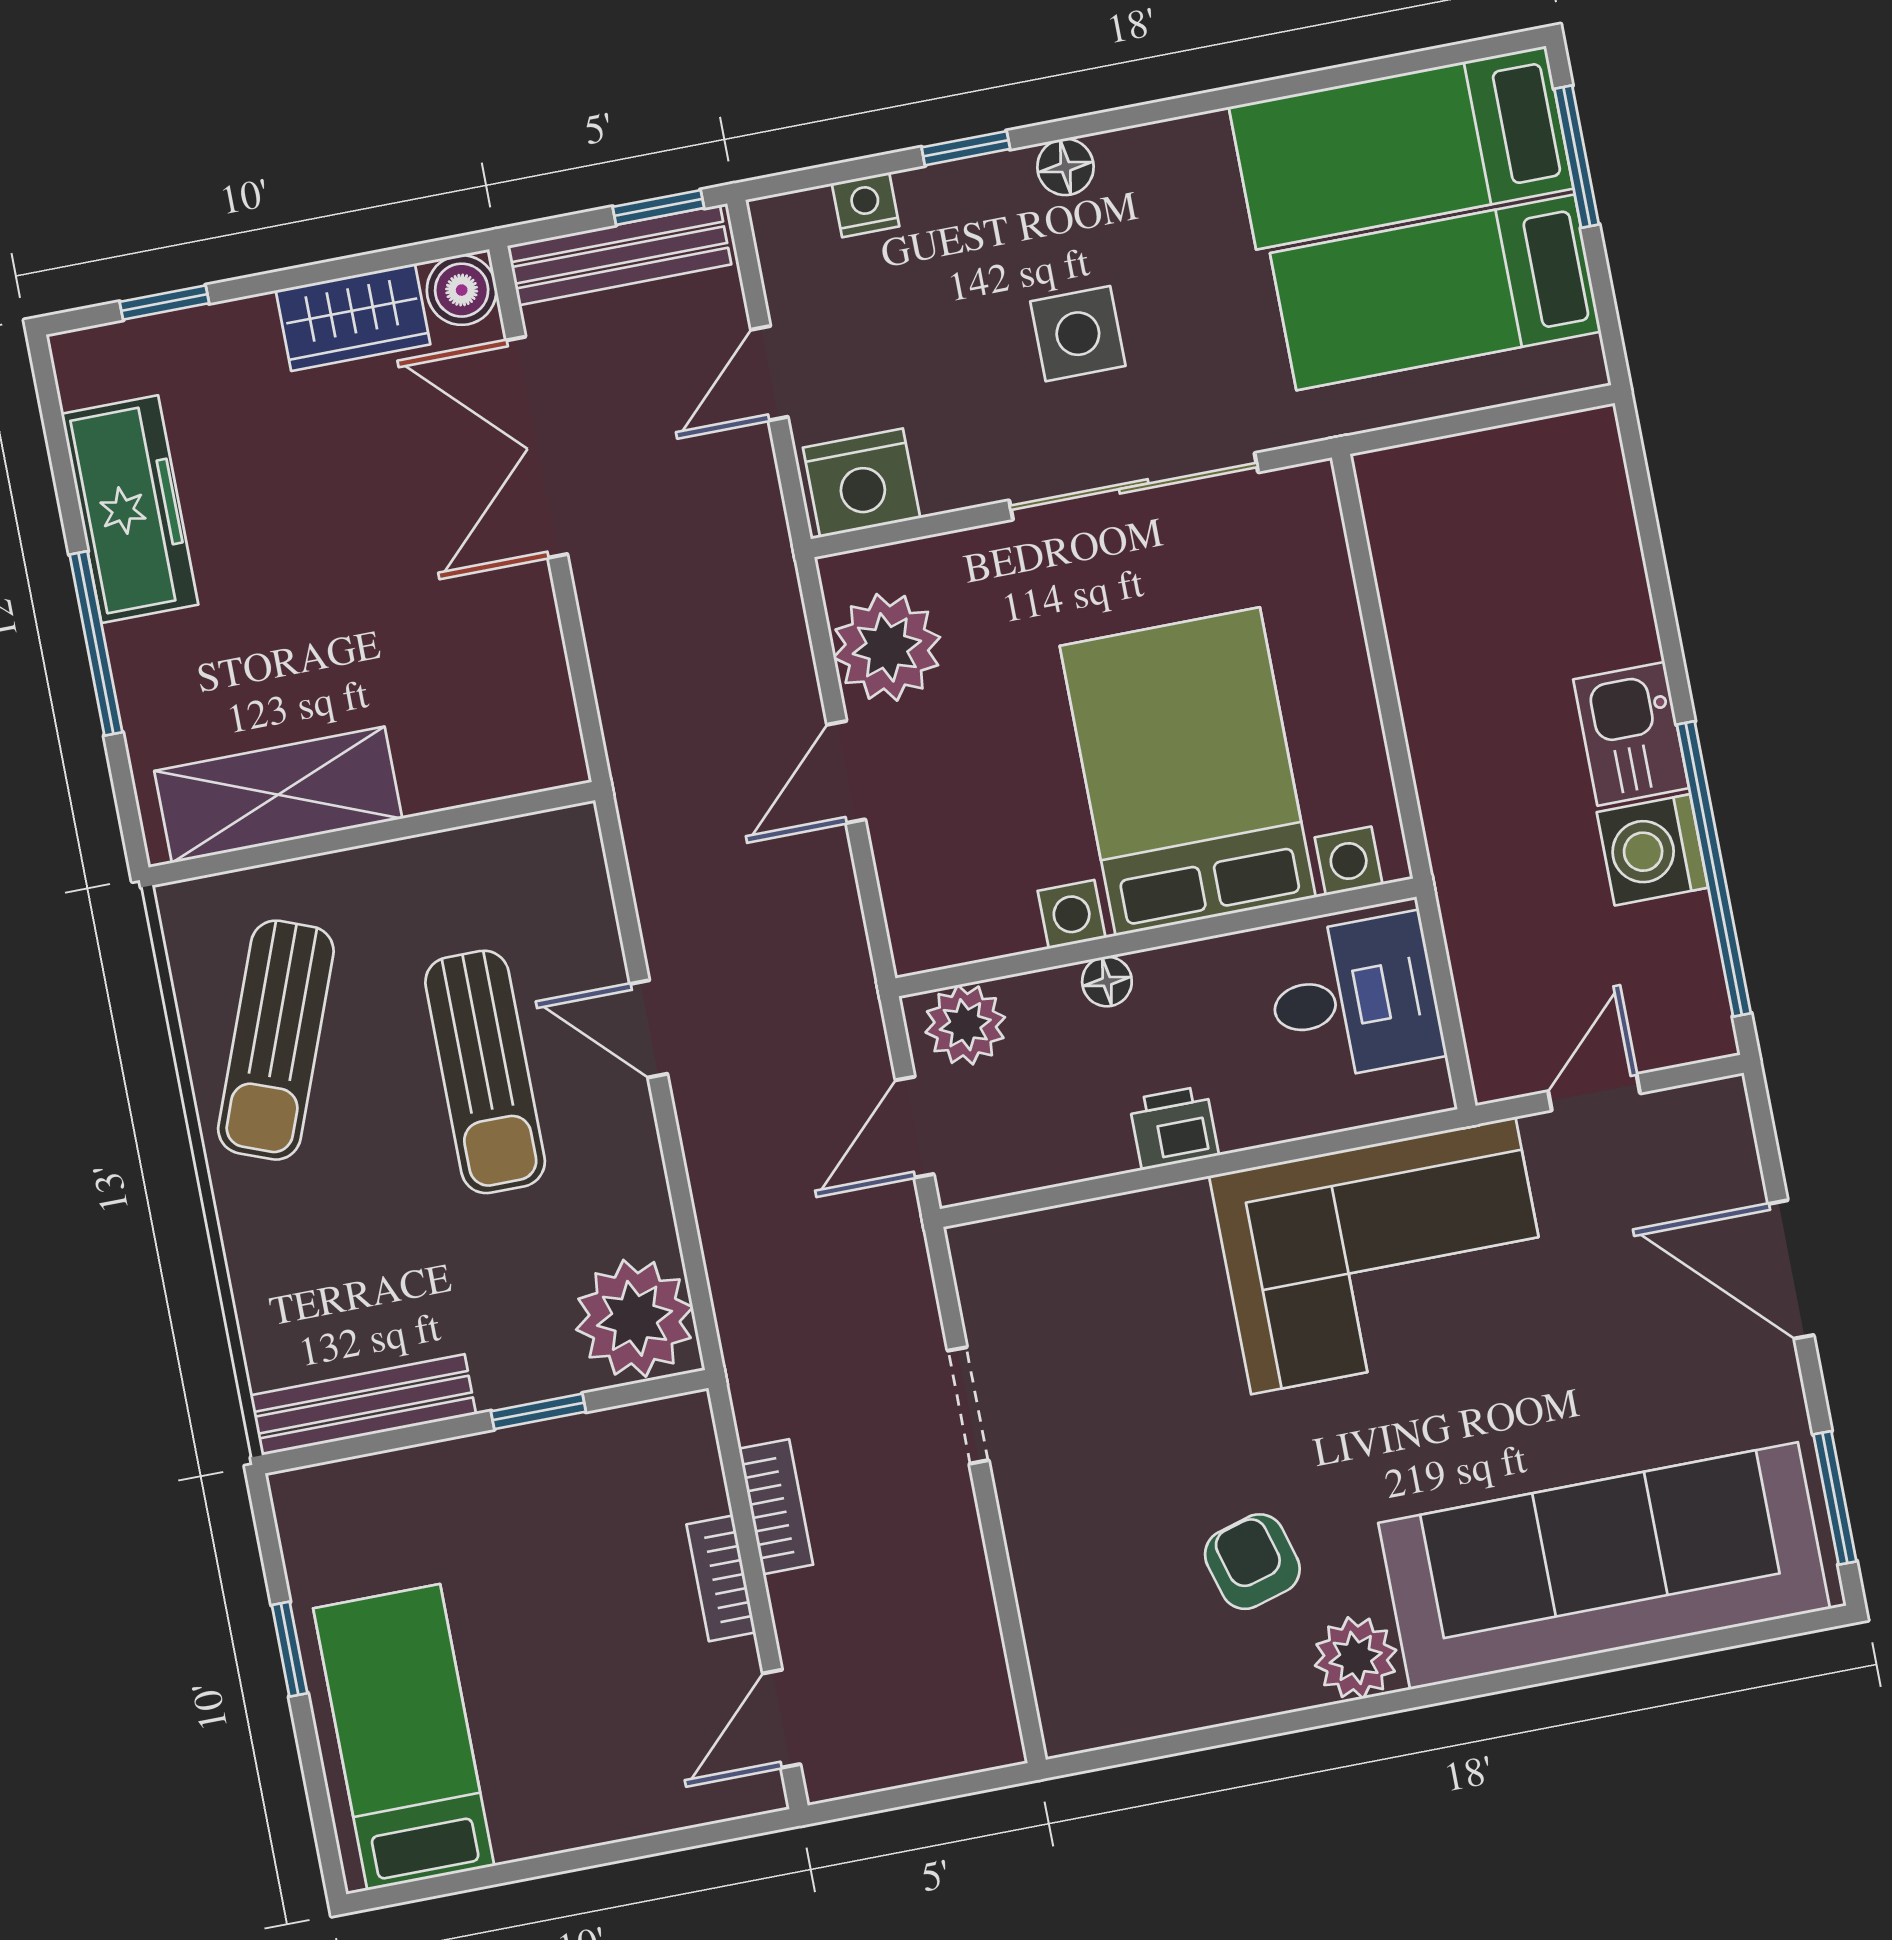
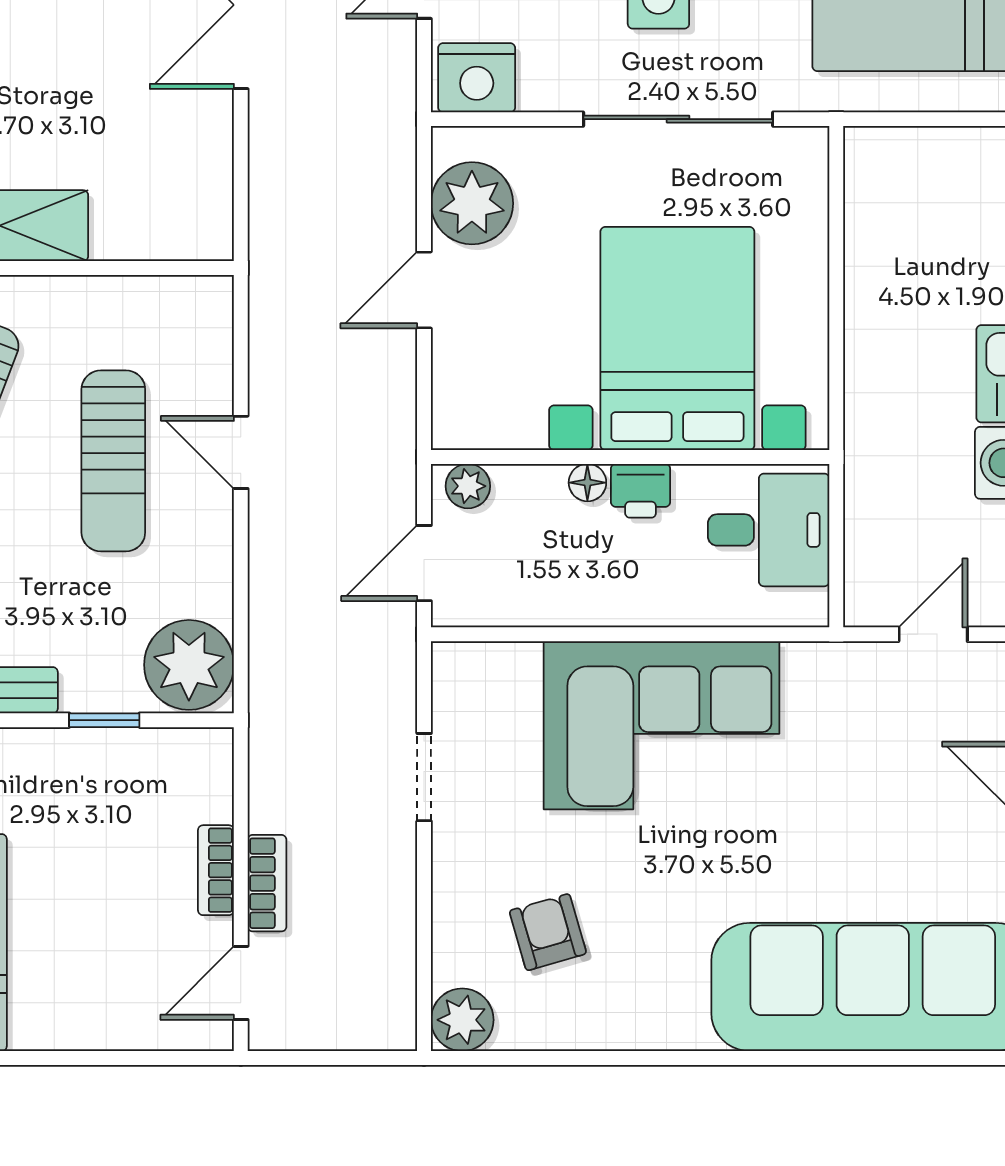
plant: (965, 1025) -> (468, 486), width x0.73, depth x0.73
printer: (1174, 1128) -> (641, 491), moved, turned 180
corner sofa: (1383, 1256) -> (662, 725), moved
bookcase: (776, 1507) -> (267, 883), moved
armchair: (1252, 1562) -> (548, 932), moved
plant: (1356, 1658) -> (462, 1020), moved

